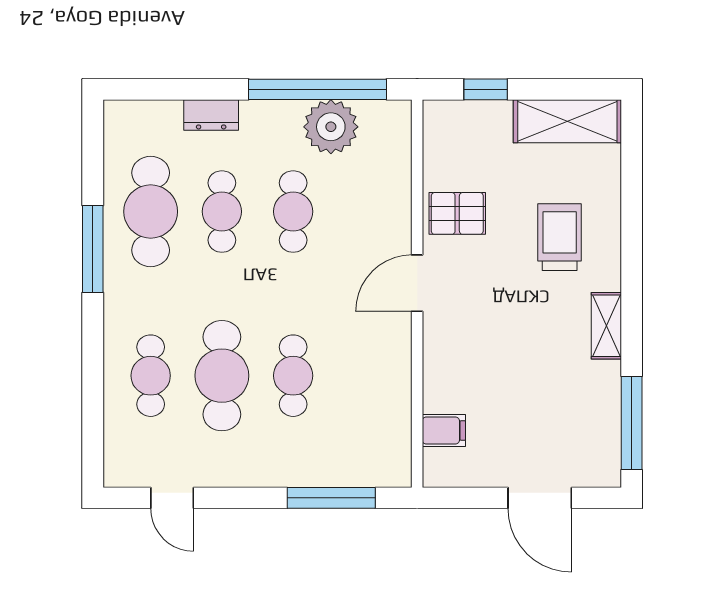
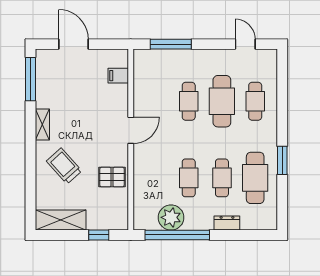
trolley: (560, 237) -> (64, 166), turned 138
window: (93, 249) -> (282, 160), width x0.69
door: (417, 283) -> (131, 130), moved

